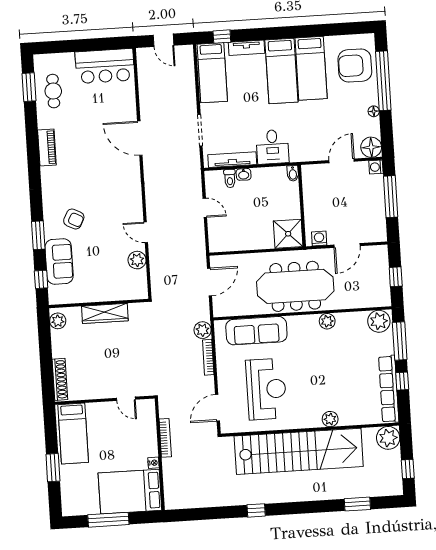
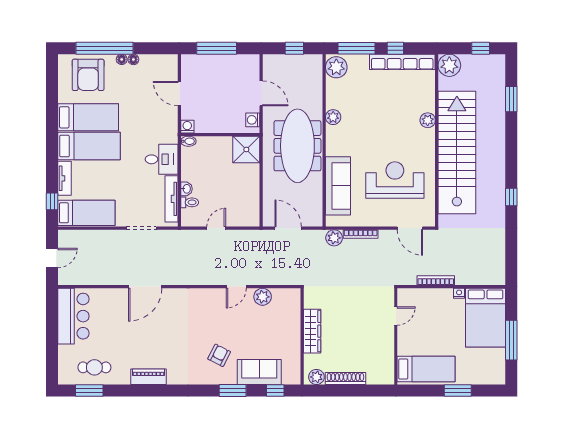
floor lamp: (371, 147) -> (122, 59), moved, width x0.53, depth x0.53
washing machine: (376, 167) -> (187, 127), moved, turned 180
shoe rack: (60, 379) -> (345, 378), moved

